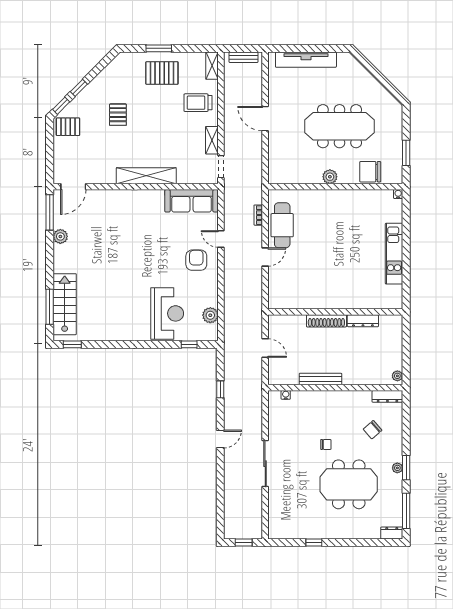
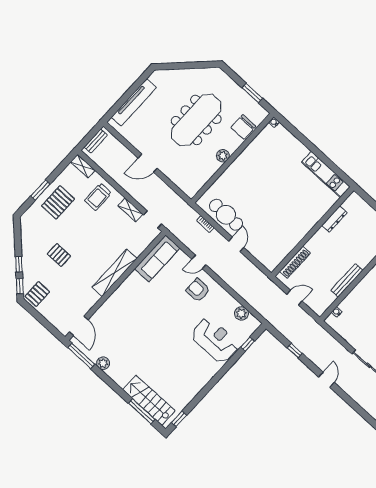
kitchen unit: (394, 254) -> (326, 174), moved
shoe rack: (326, 321) -> (295, 262), moved

